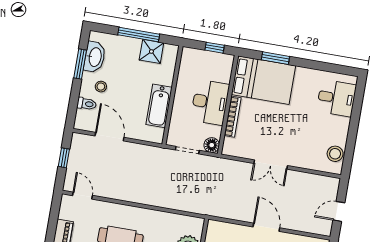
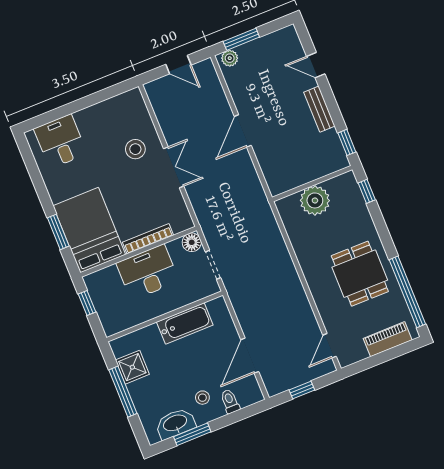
stool: (335, 154) -> (135, 149), moved

